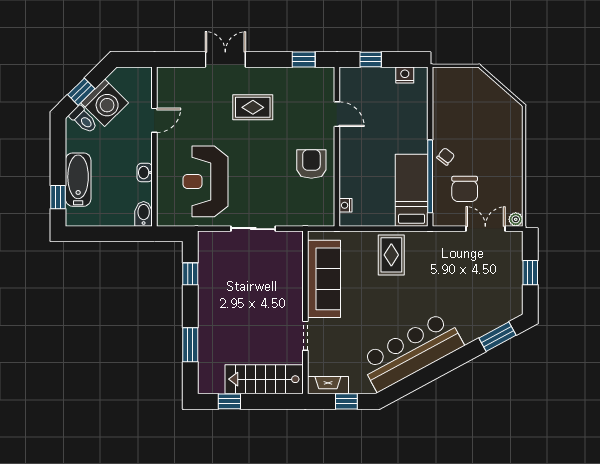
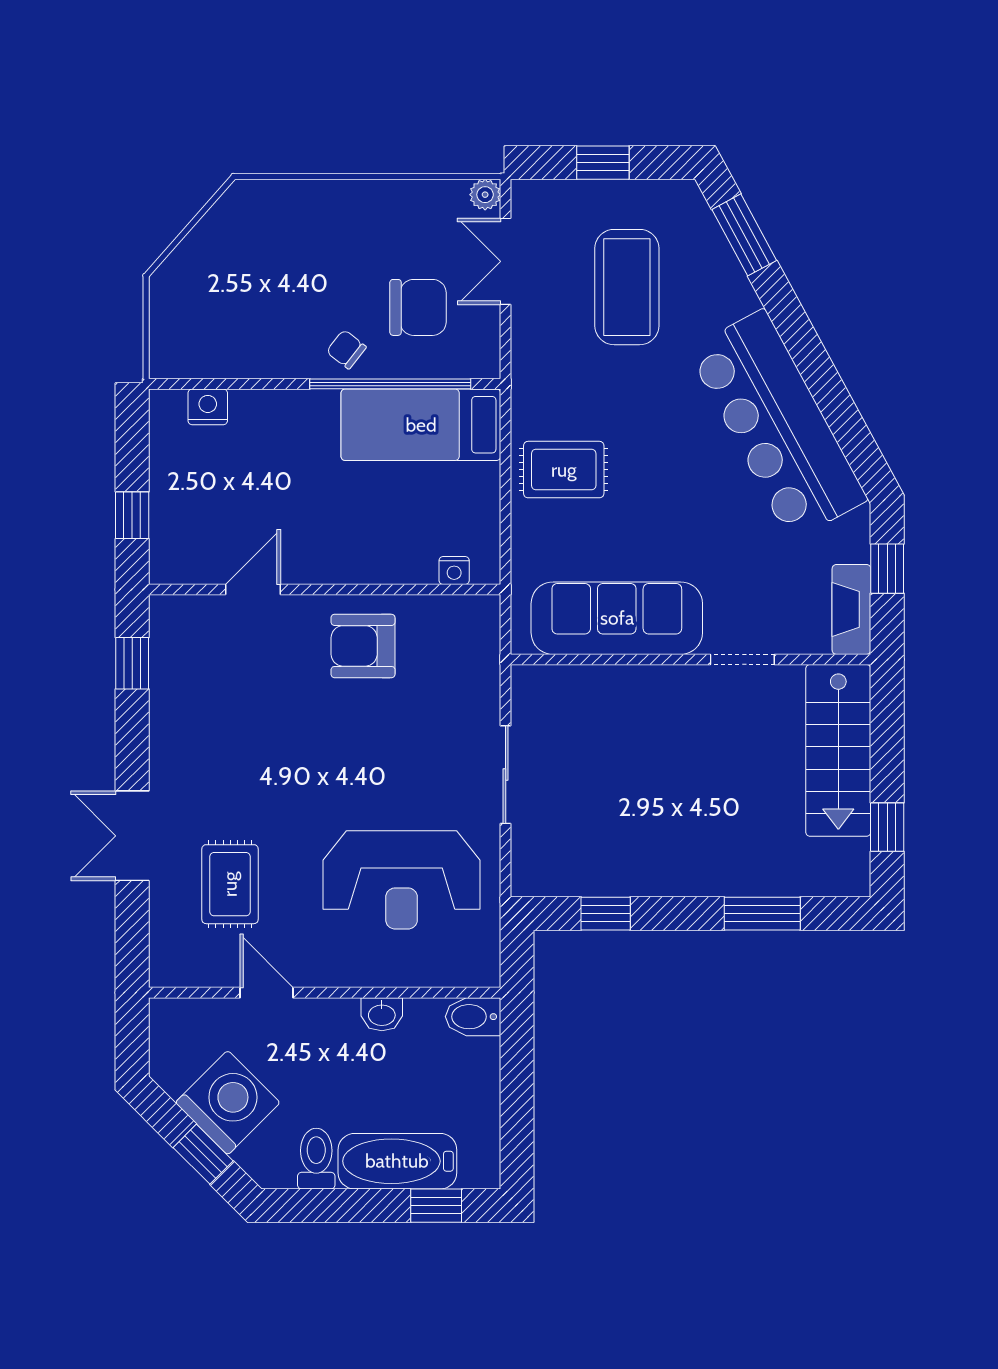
nightstand: (405, 75) -> (208, 407), moved, turned 90
rug: (253, 107) -> (230, 884), moved
toilet: (84, 120) -> (316, 1159), moved, turned -45
coffee table: (474, 283) -> (627, 287), added

